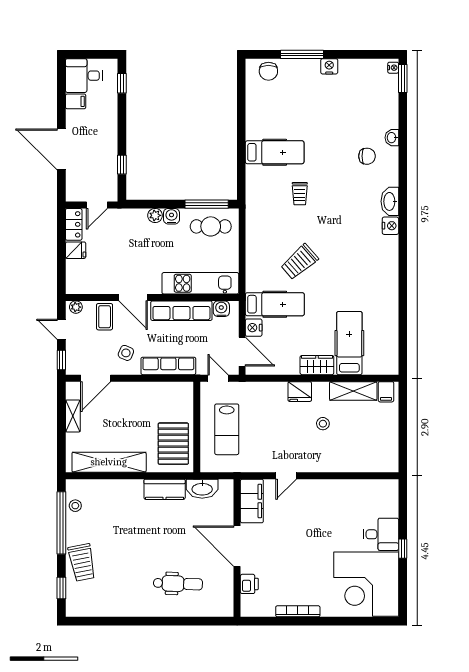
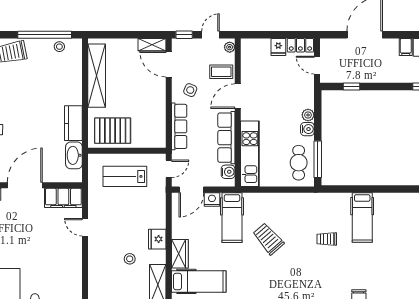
shelving: (73, 416) -> (152, 45), moved

